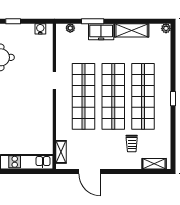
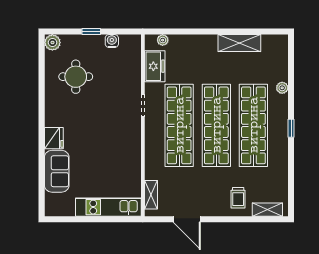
window: (93, 21) -> (191, 32), removed
plant: (166, 28) -> (282, 88), moved
water cooler: (40, 29) -> (112, 41), moved
freezer: (101, 32) -> (155, 66), moved, turned -90
trolley: (132, 143) -> (238, 198), moved

